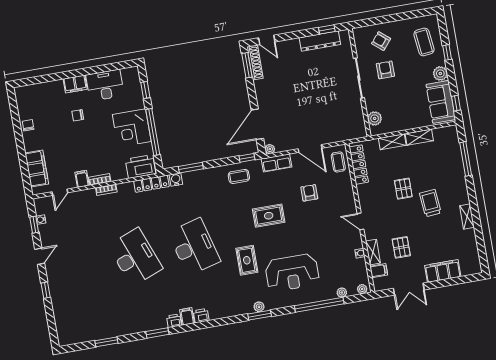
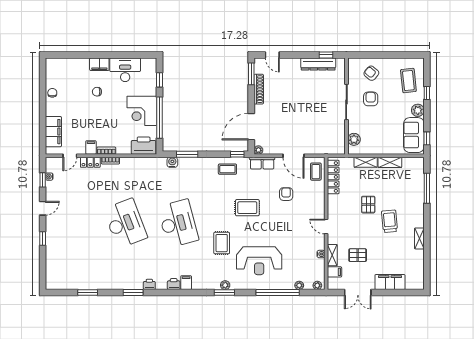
shoe rack: (255, 62) -> (259, 89), moved
locker: (151, 184) -> (90, 162), moved, width x0.66
pallet: (401, 247) -> (358, 255), turned 90
filing cabinet: (187, 316) -> (186, 283), moved

